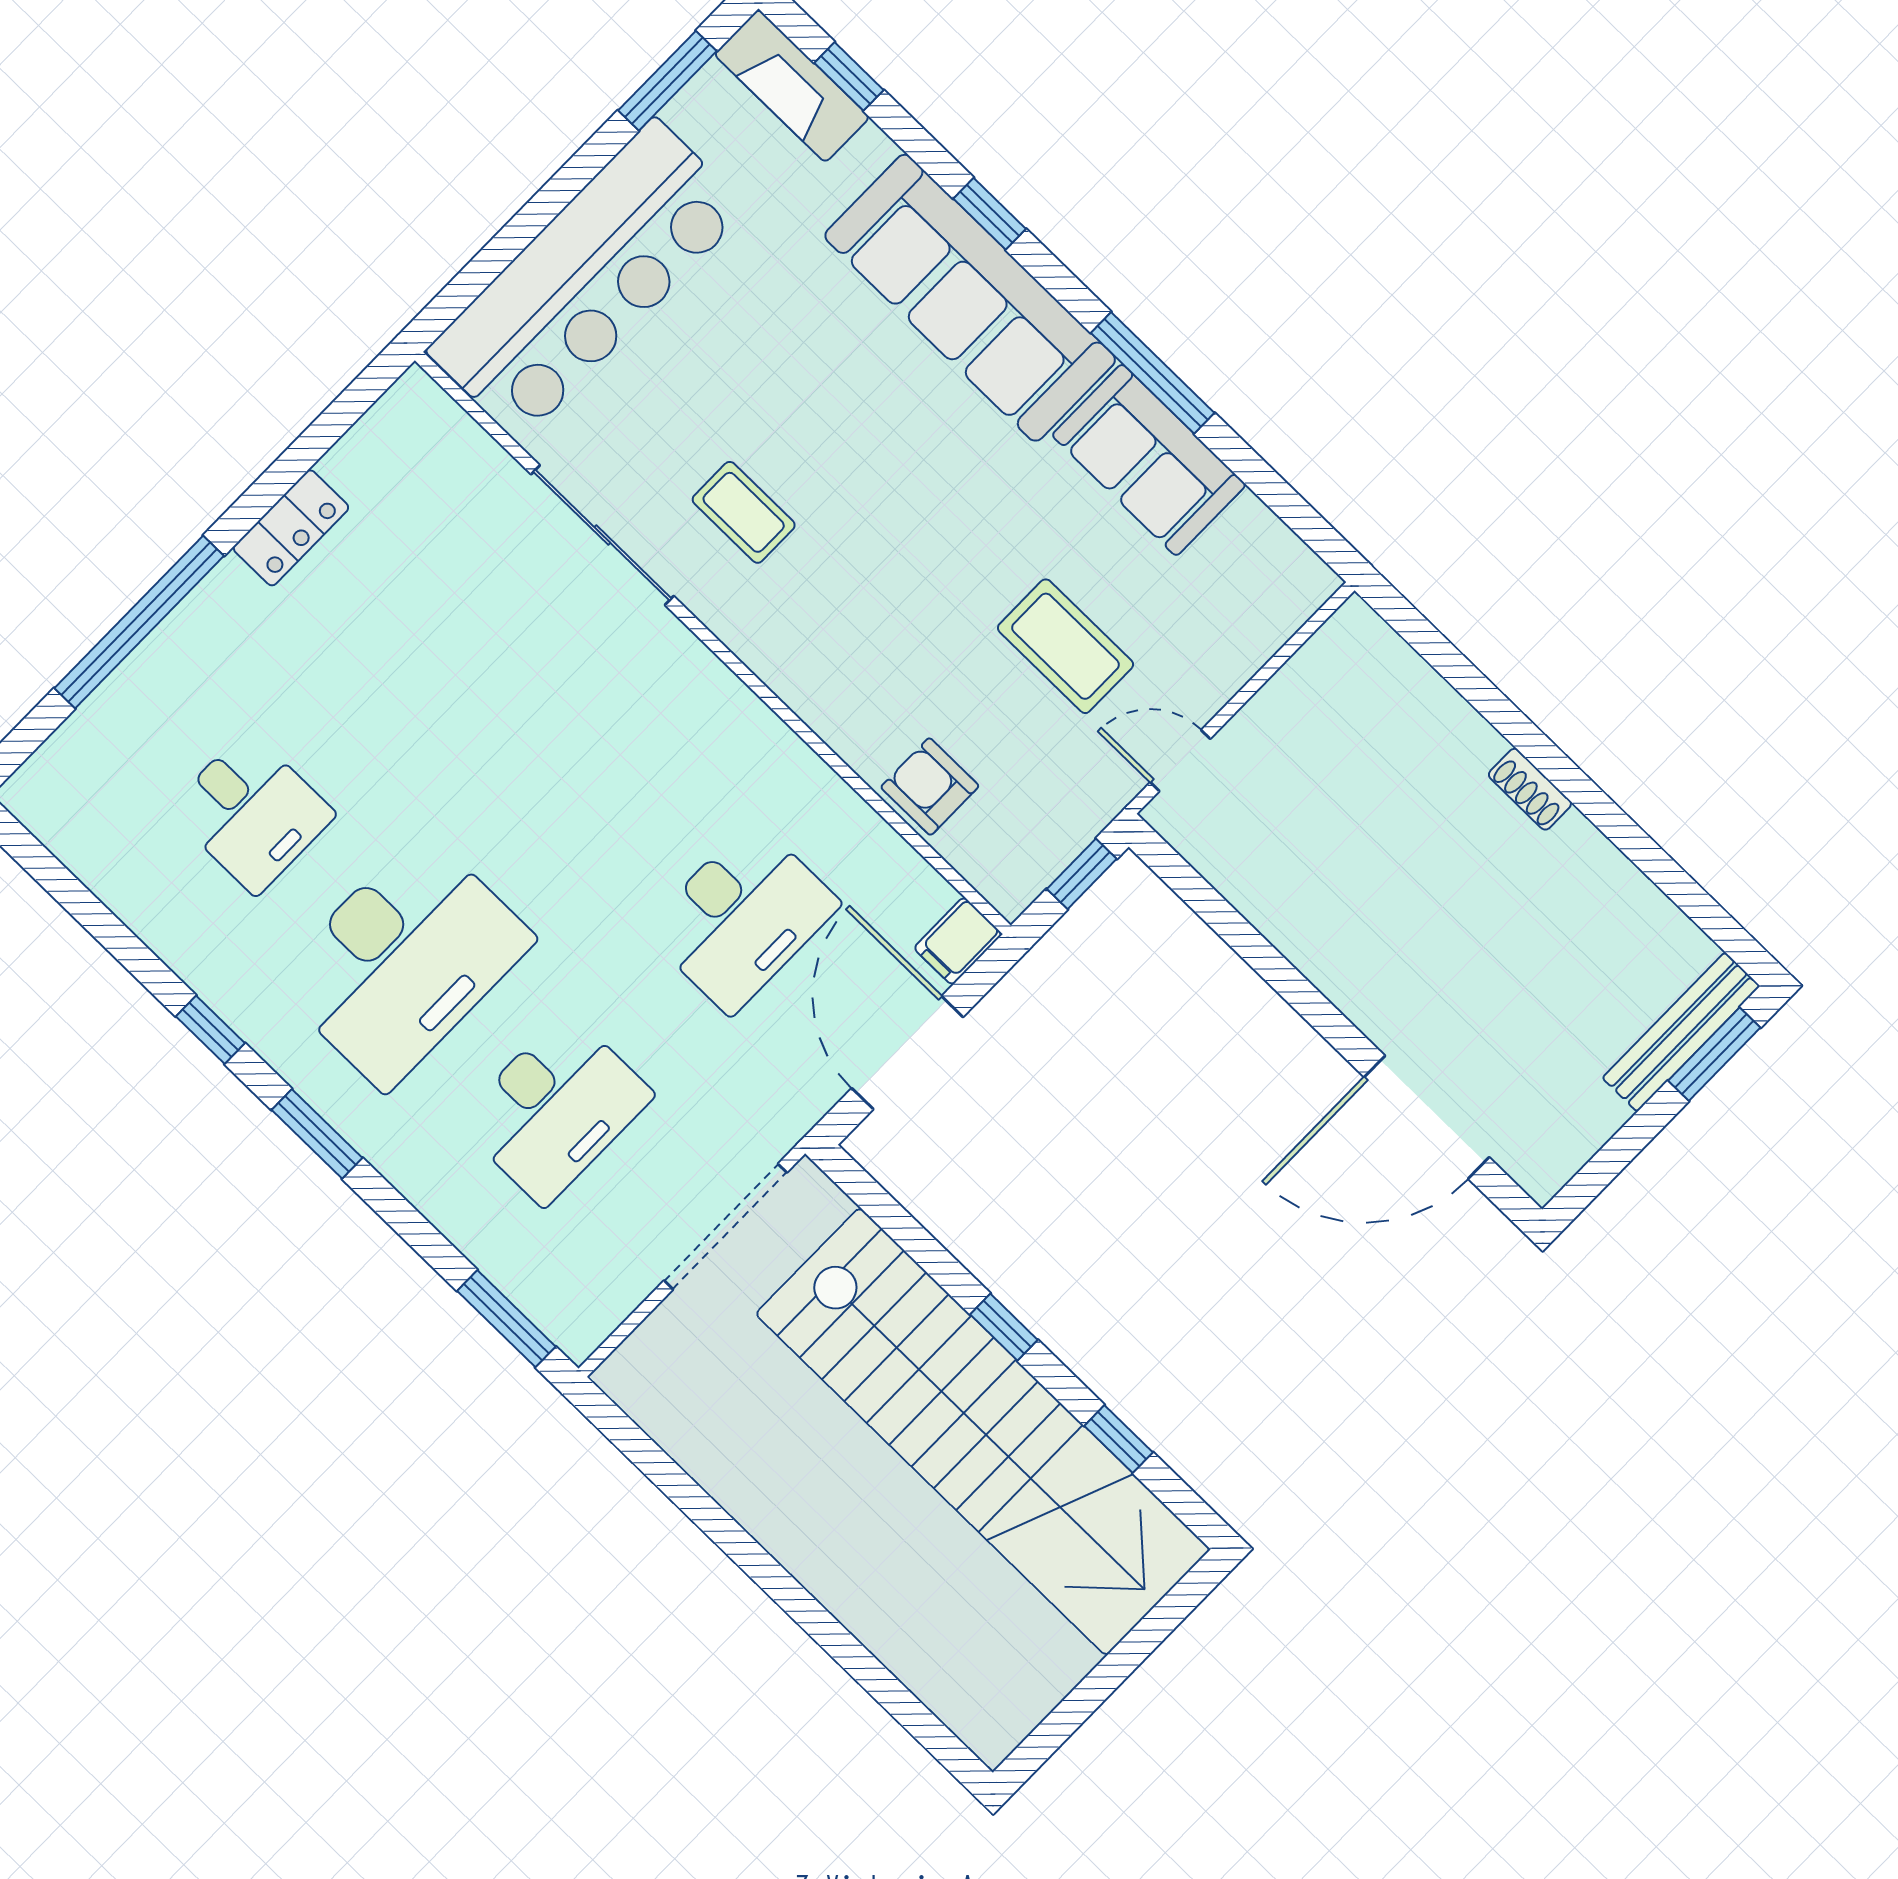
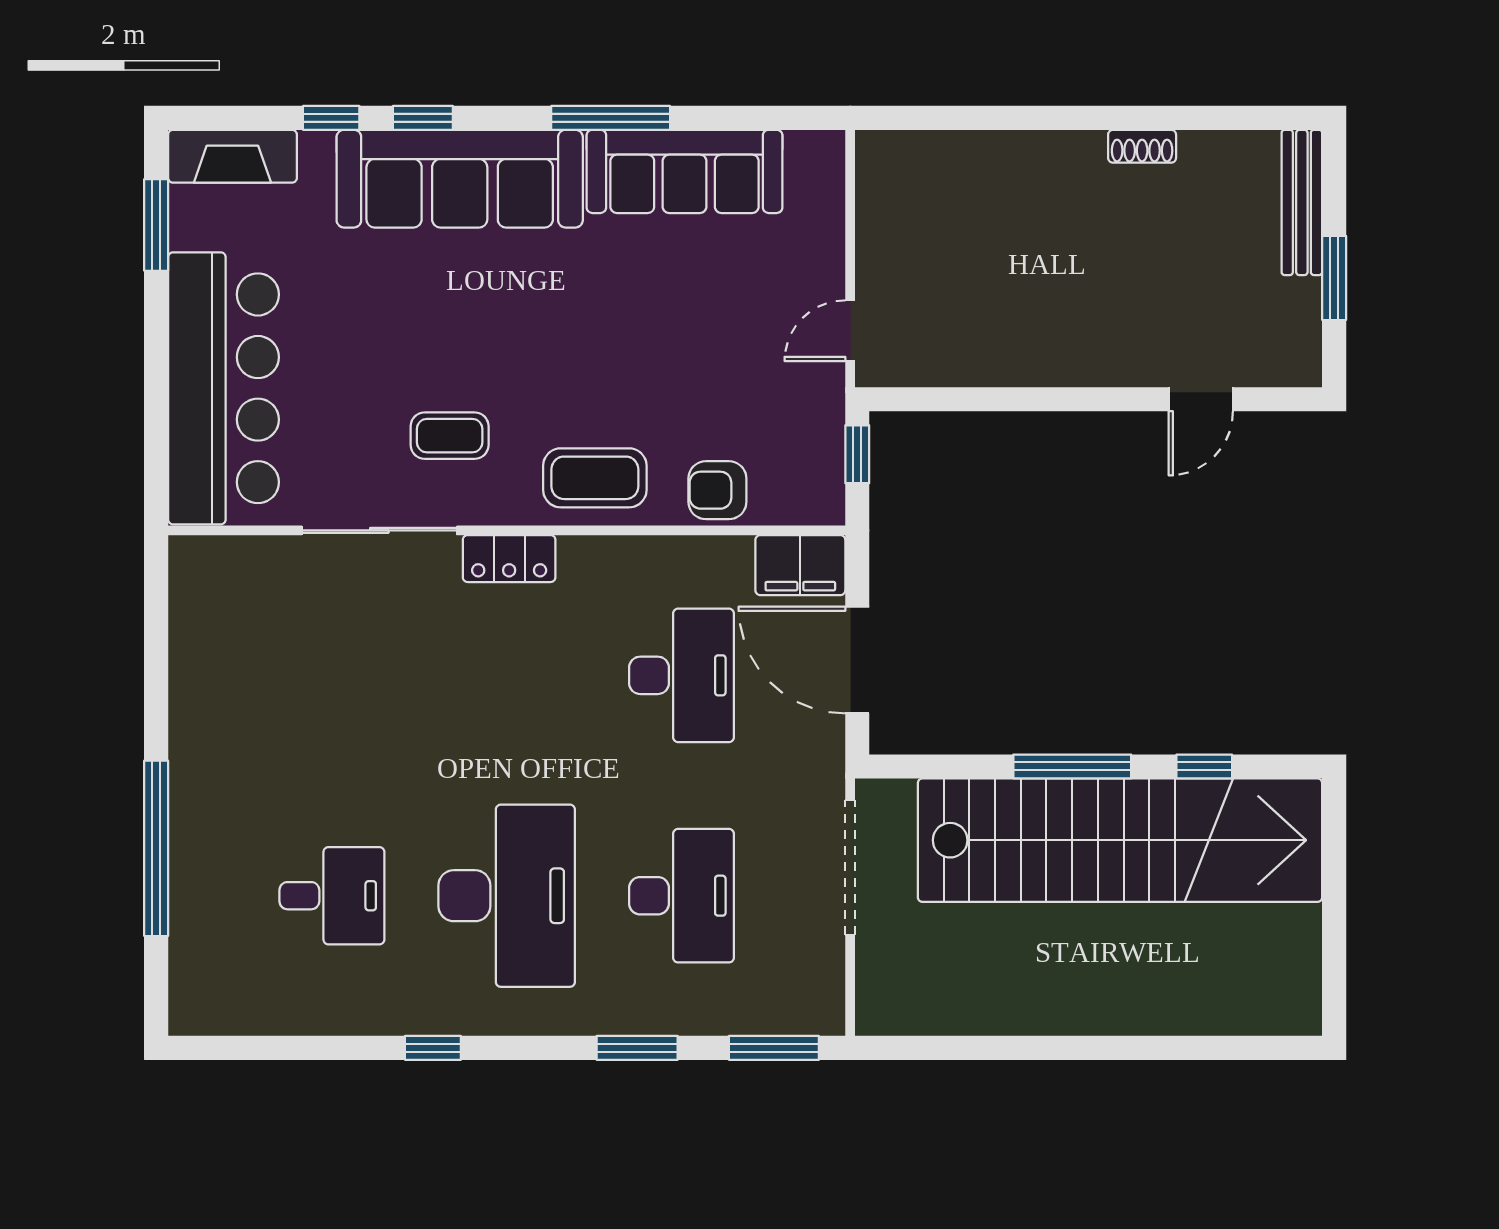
window: (849, 76) -> (331, 118), moved
sofa: (1149, 460) -> (685, 171), width x1.36
locker: (291, 528) -> (509, 559), moved, turned 90
coffee table: (1065, 646) -> (595, 478), moved
shoe rack: (1530, 789) -> (1142, 146), moved
filing cabinet: (958, 941) -> (800, 565), width x2.00
window: (1714, 1054) -> (1334, 278), moved
door: (1427, 1117) -> (1201, 399), width x0.53
window: (317, 1134) -> (637, 1048), moved
window: (1004, 1327) -> (1072, 766), width x2.17

